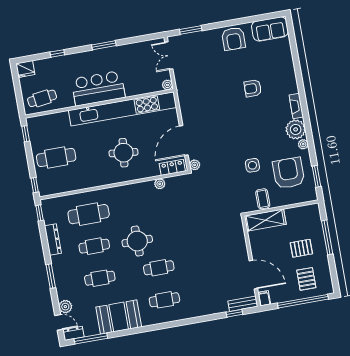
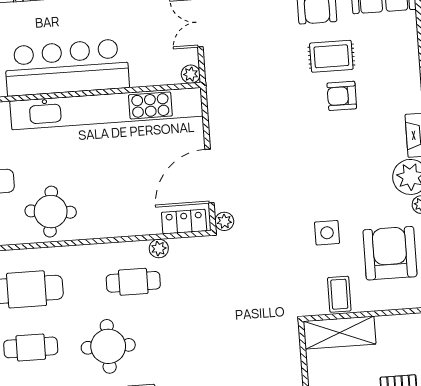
rug: (245, 67) -> (331, 56), added
bar counter: (98, 88) -> (67, 67), width x1.36
round table: (124, 153) -> (51, 212), moved
cafe table: (147, 204) -> (133, 282), added

